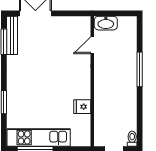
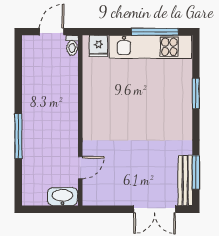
fridge: (82, 107) -> (99, 46), moved, turned 90
toilet: (132, 139) -> (72, 45), moved

